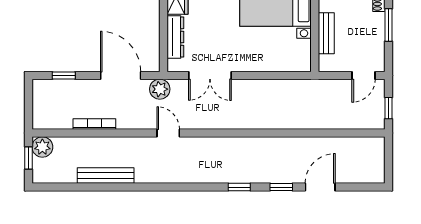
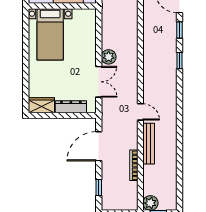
plant: (160, 89) -> (109, 57), moved
door: (168, 133) -> (140, 112), swing flipped
bench: (106, 176) -> (149, 144), moved

